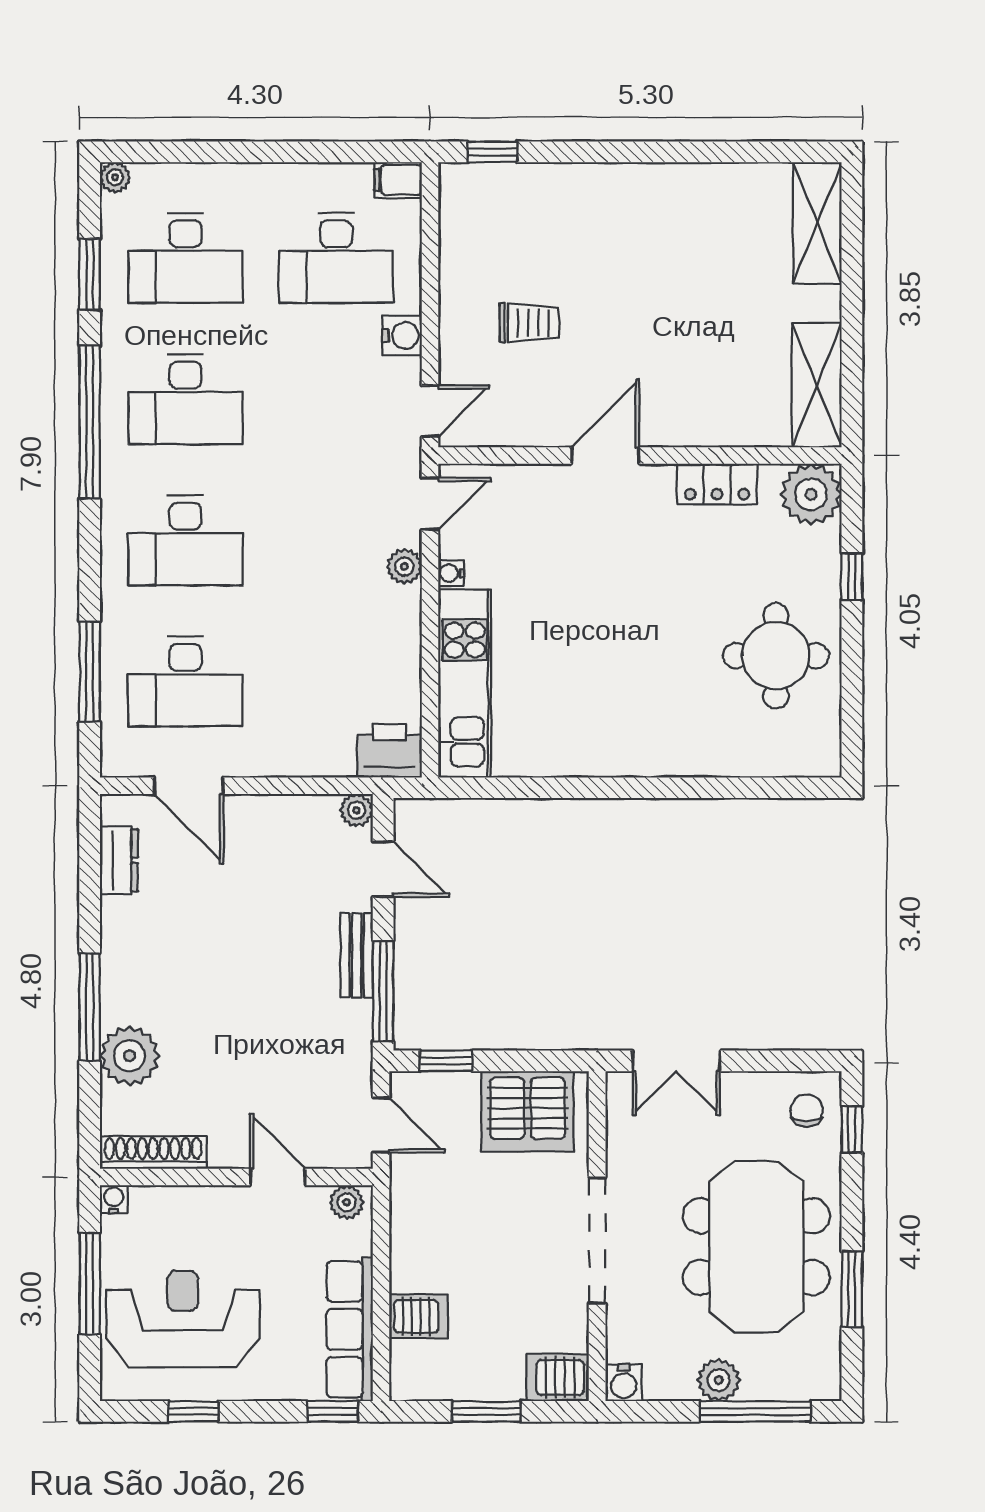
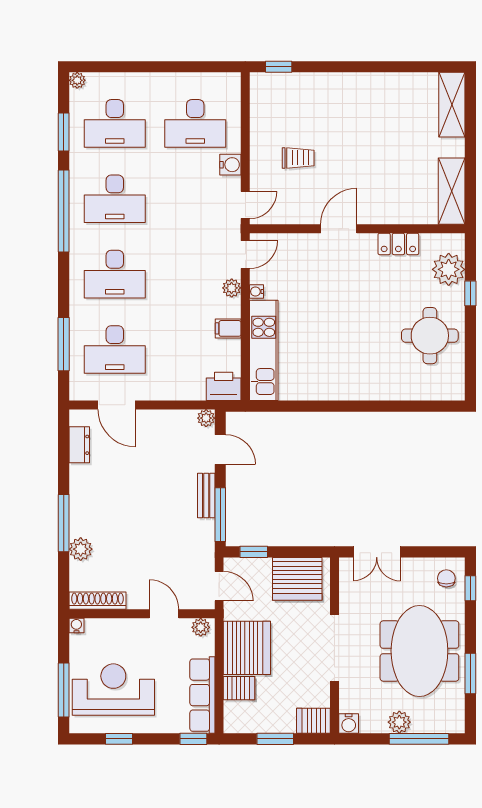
filing cabinet: (398, 180) -> (228, 328), moved
plant: (811, 494) -> (449, 269), moved
plant: (129, 1056) -> (81, 549), width x0.73, depth x0.73
server rack: (433, 1241) -> (247, 648), added
window: (90, 1284) -> (64, 690), moved

